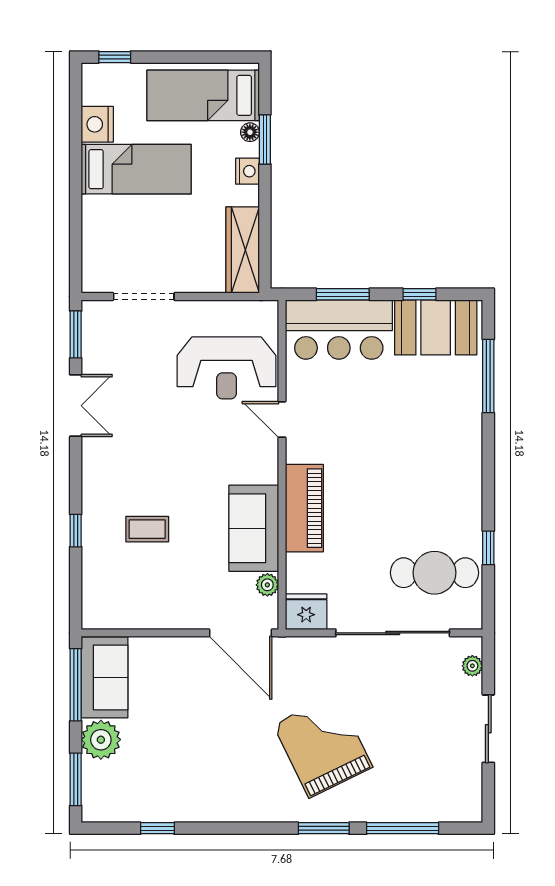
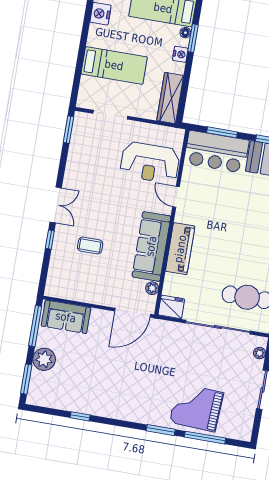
bed: (136, 169) -> (114, 65), moved
double door: (76, 406) -> (56, 205), moved
sofa: (254, 528) -> (151, 246), width x1.36
door: (241, 633) -> (133, 313), hinge flipped
sofa: (105, 677) -> (66, 317), moved, turned 90
grand piano: (323, 746) -> (196, 407), moved, turned -61
window: (157, 828) -> (80, 416), moved

